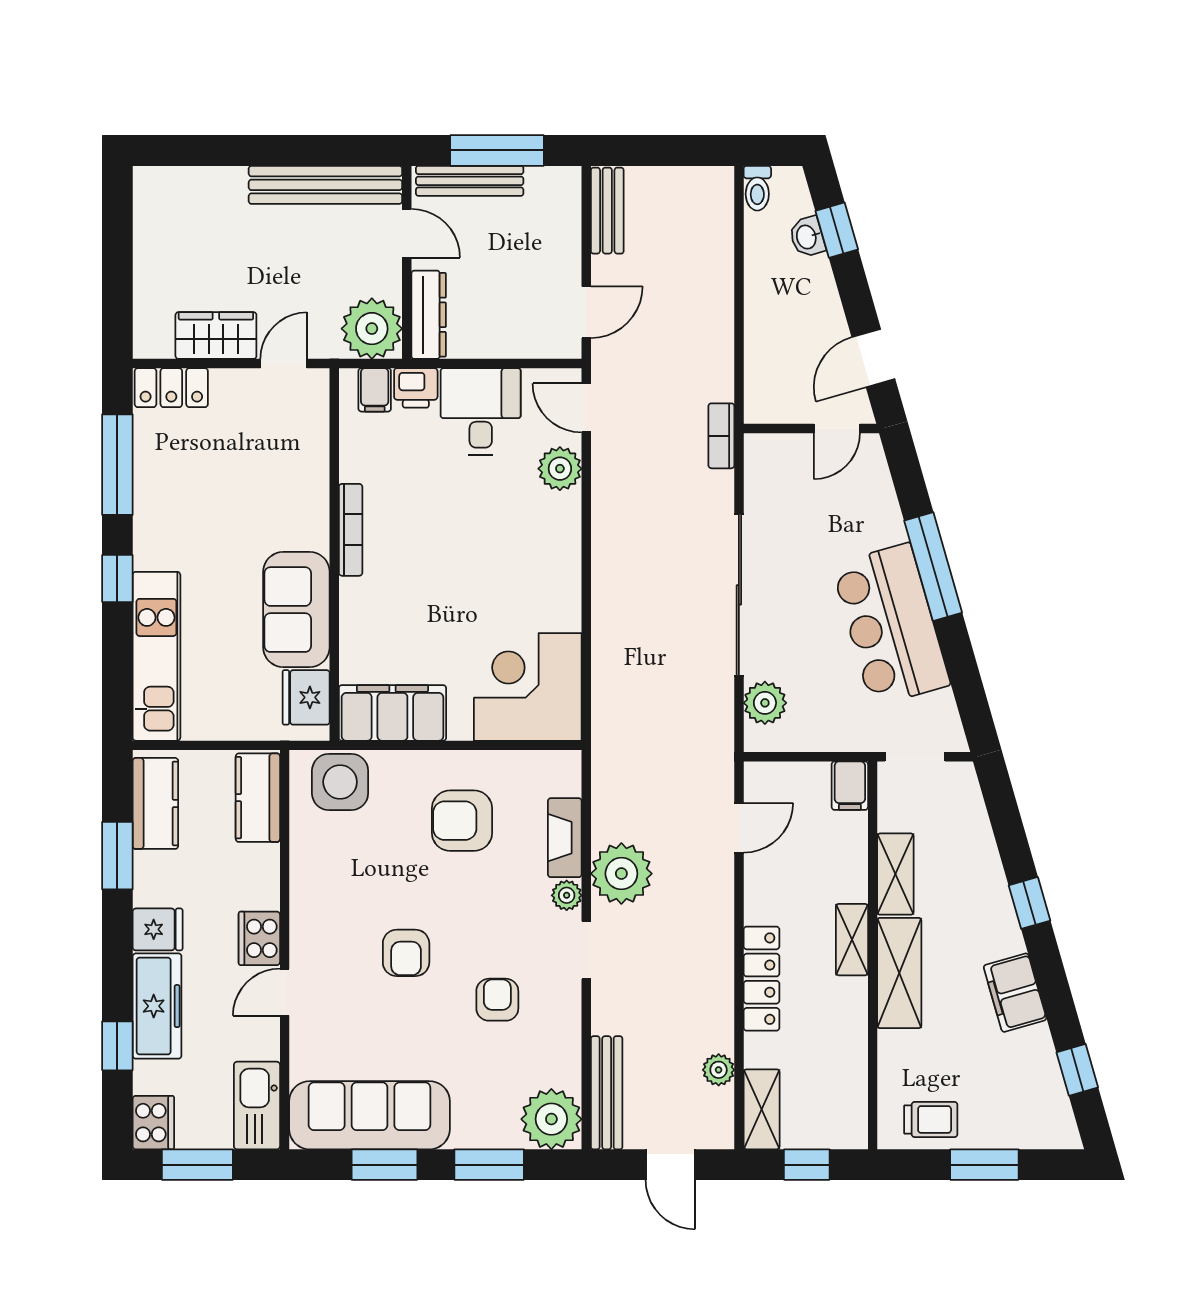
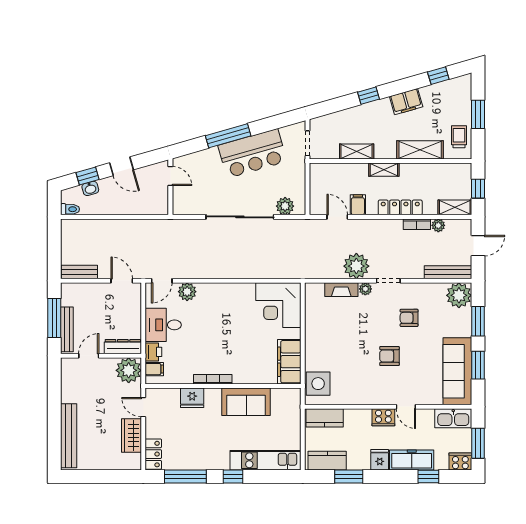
bench: (325, 185) -> (69, 436), moved
door: (873, 358) -> (121, 166), moved
bookcase: (721, 436) -> (417, 224), moved
fridge: (306, 697) -> (192, 398), moved
filing cabinet: (850, 786) -> (358, 205), moved, turned -90
armchair: (462, 821) -> (334, 333), removed
armchair: (406, 953) -> (389, 356), turned 180
shelving: (899, 973) -> (420, 150), moved

